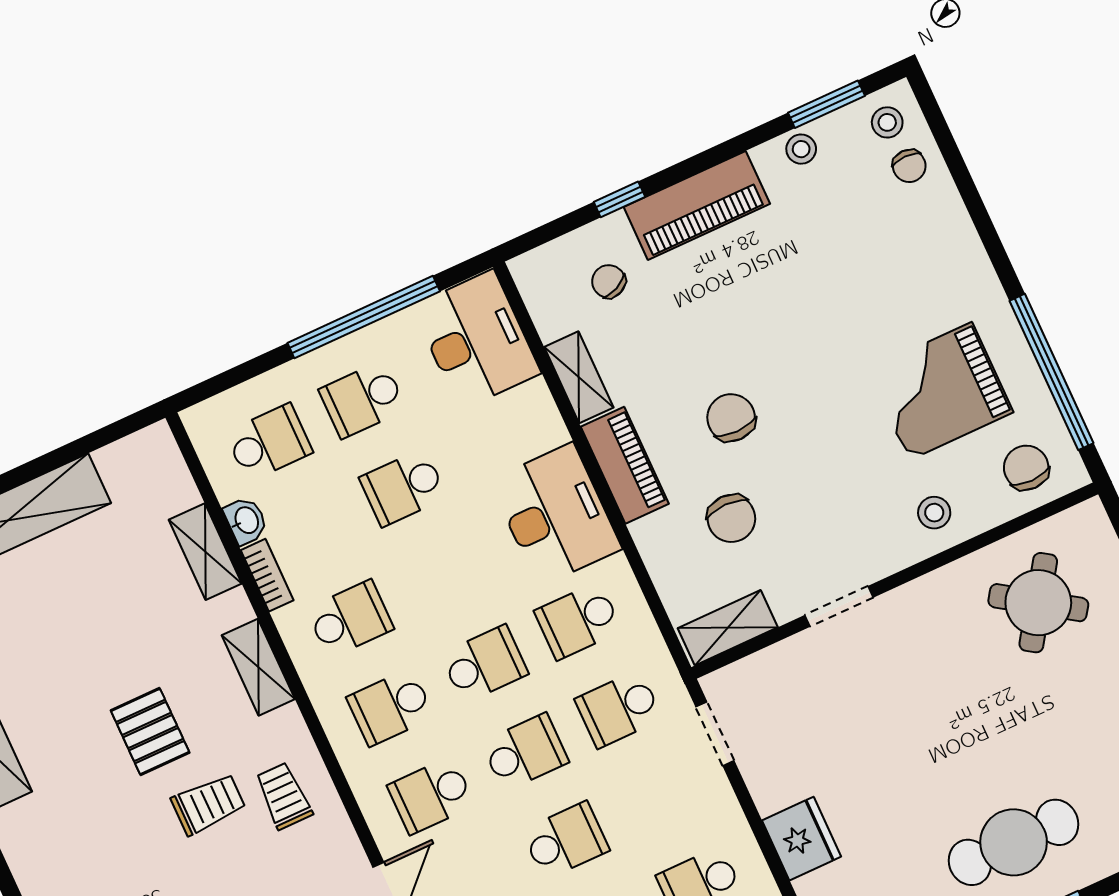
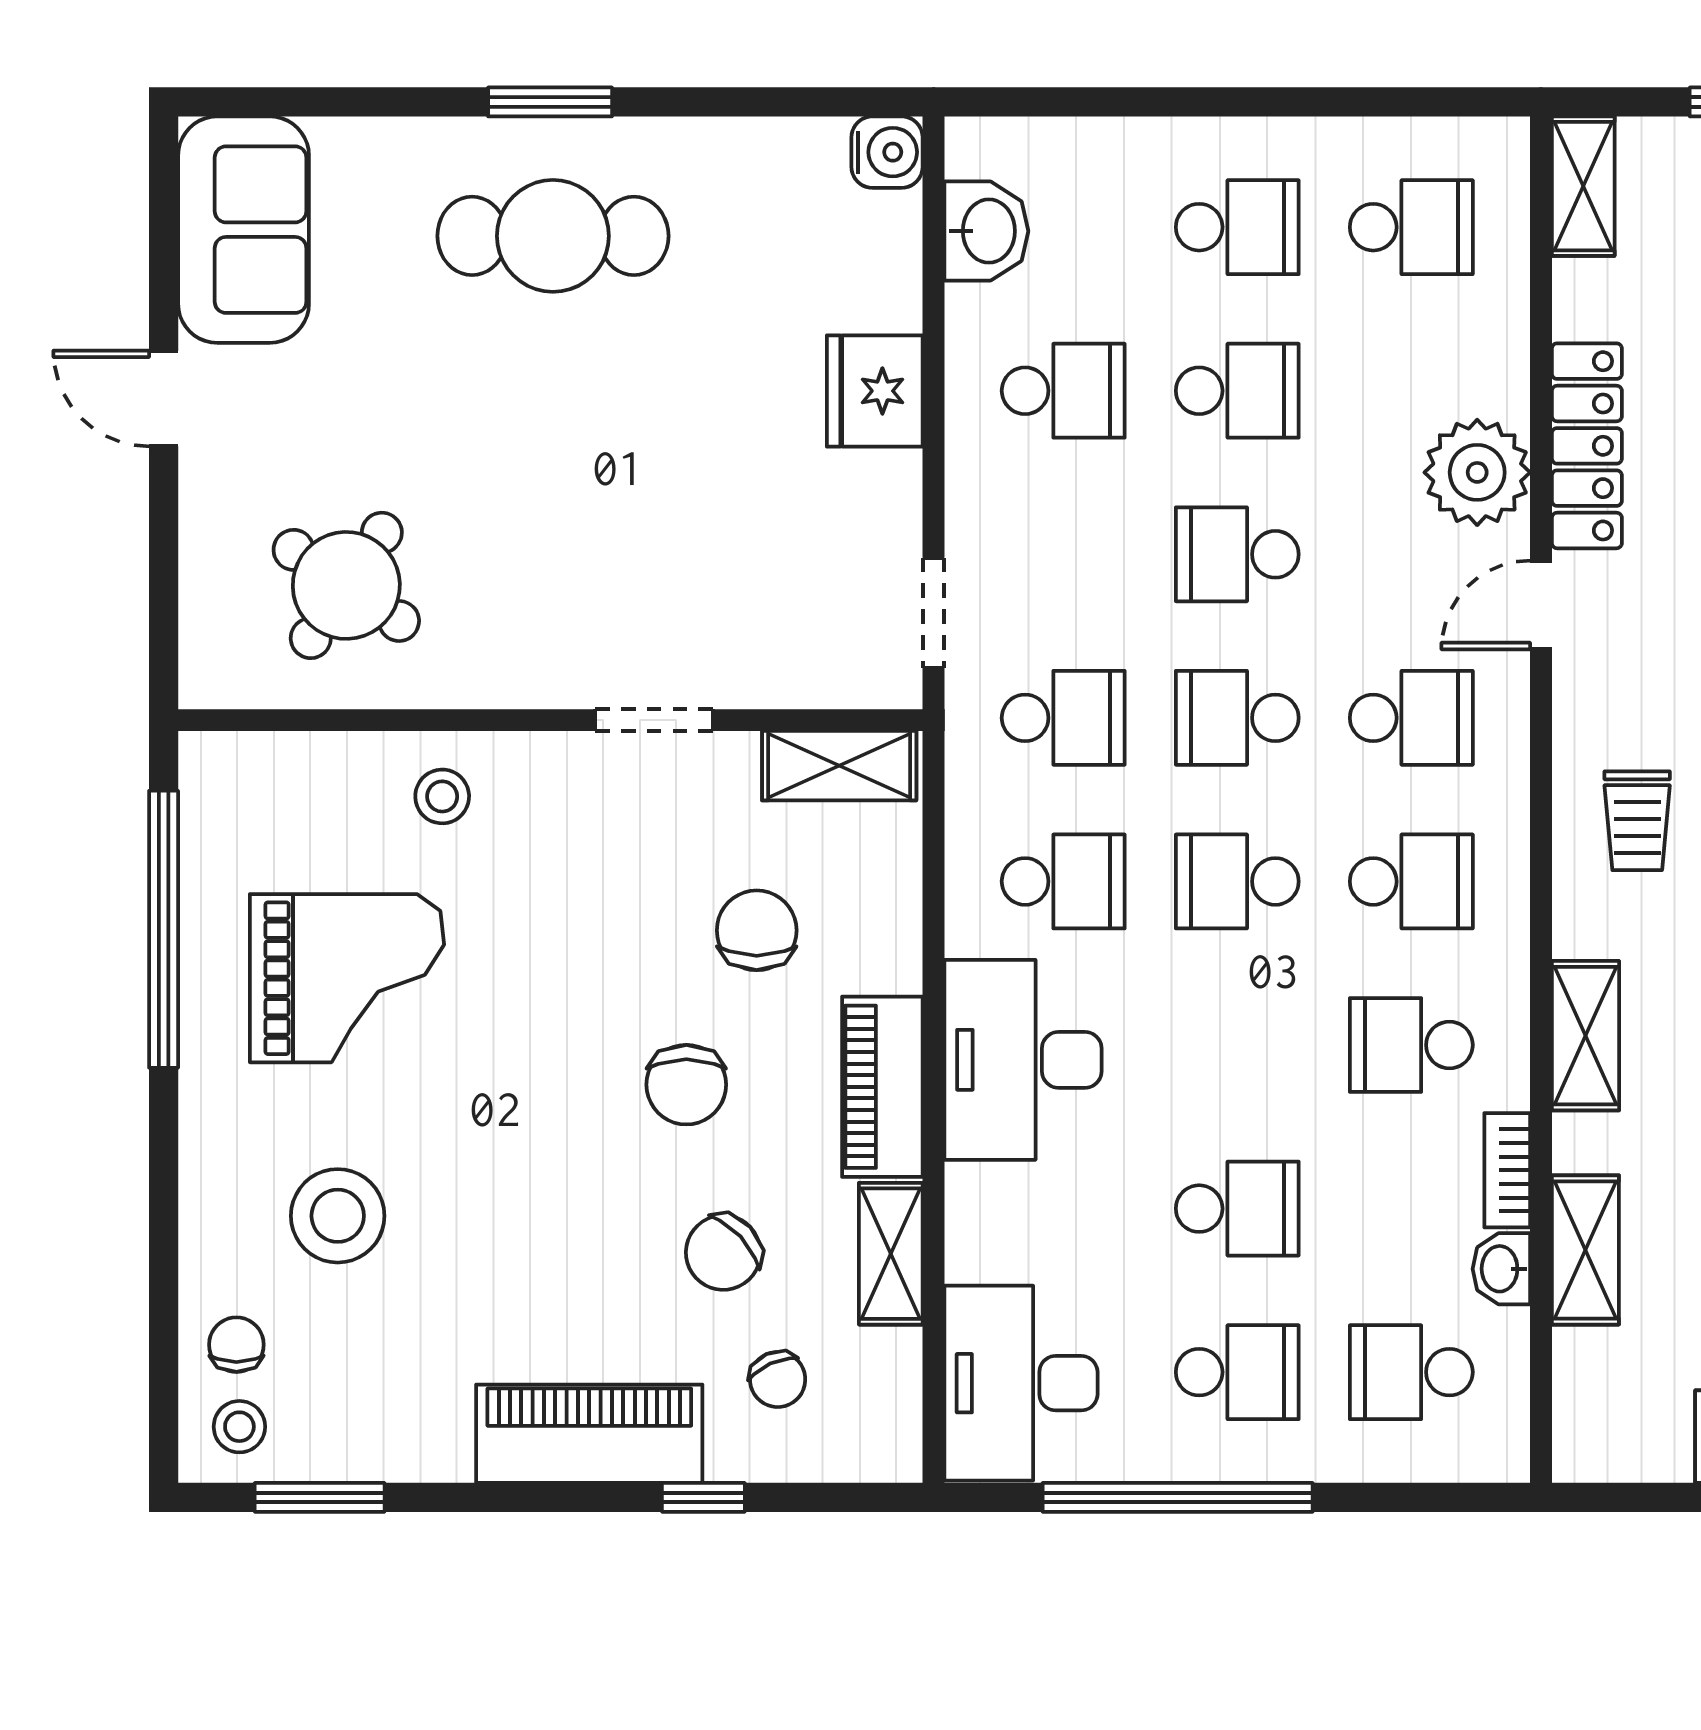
stool: (801, 149) -> (338, 1216), moved, width x1.89, depth x1.89
chair: (1026, 468) -> (723, 1253), moved, turned 47

